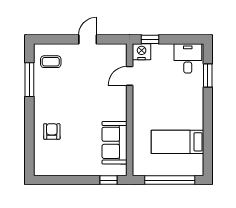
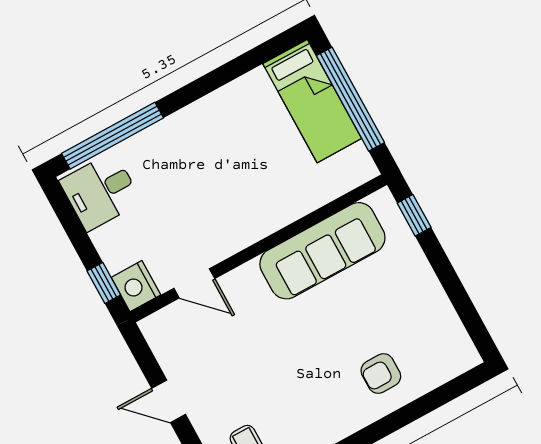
window: (208, 76) -> (113, 136), width x2.11
bed: (177, 142) -> (312, 101), moved
sofa: (114, 143) -> (322, 251), width x1.36

